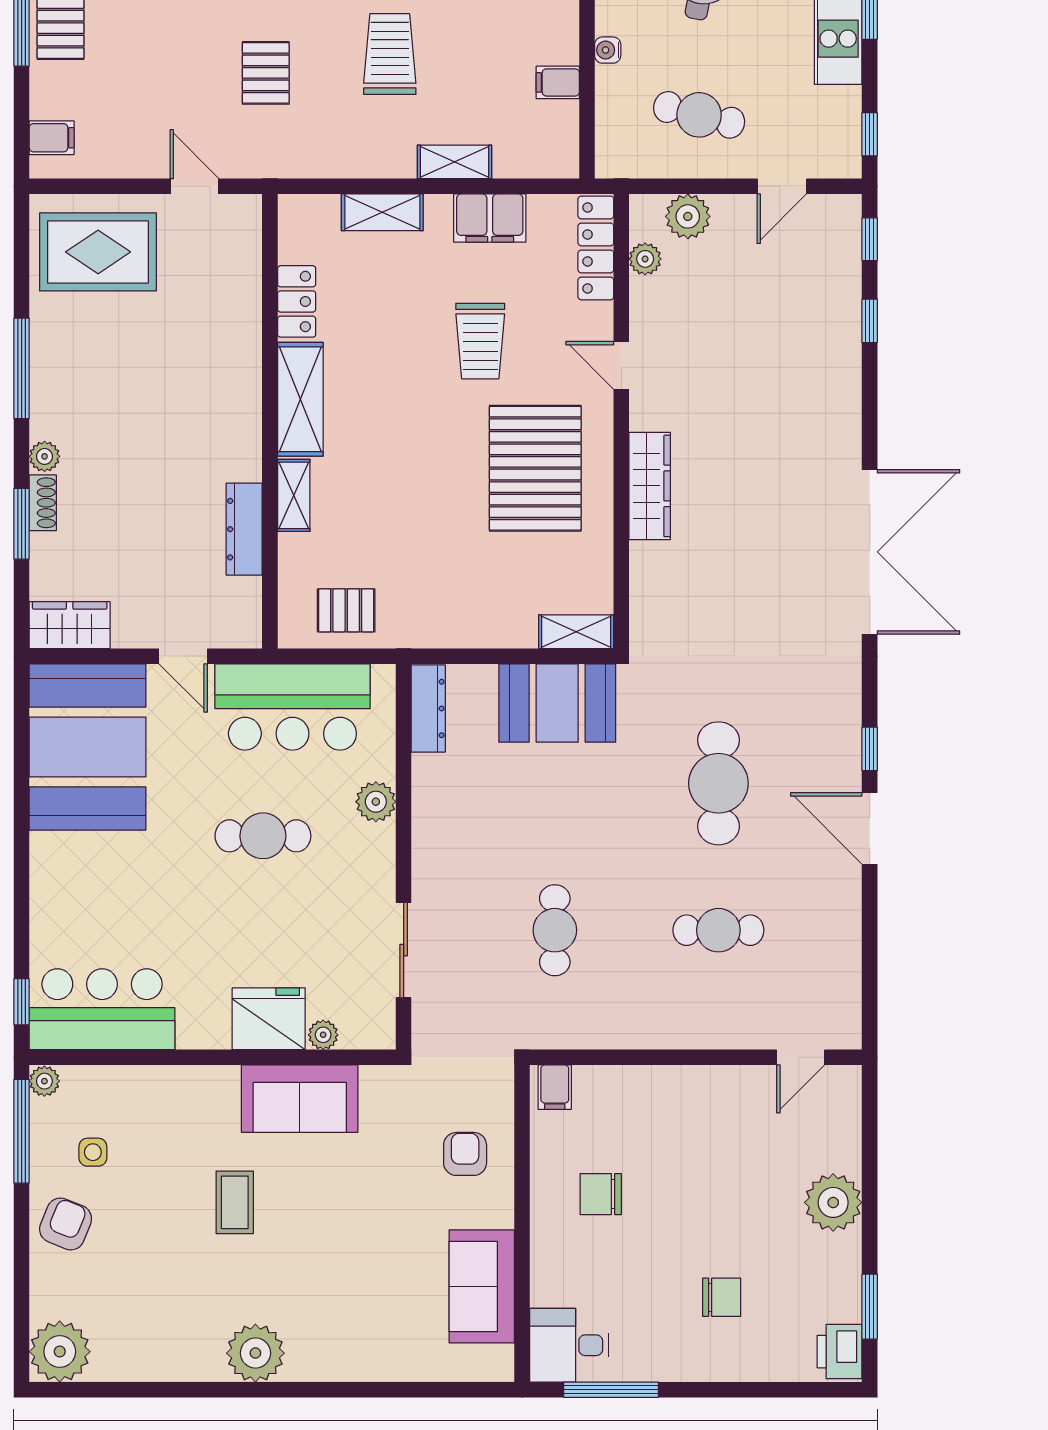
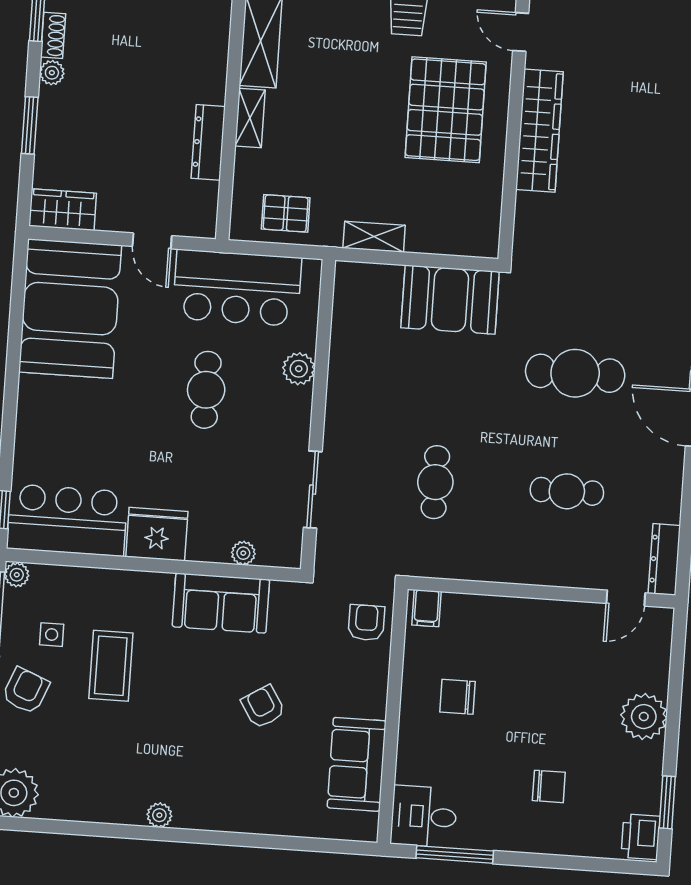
wardrobe: (650, 486) -> (539, 131), width x1.40, depth x1.17
shoe rack: (43, 503) -> (53, 35), moved
shelving: (576, 632) -> (374, 237), moved
dresser: (428, 708) -> (664, 559), moved, turned 180
cafe table: (718, 783) -> (575, 373), turned 90
cafe table: (263, 836) -> (206, 390), turned 90
fridge: (269, 1019) -> (157, 534), moved
armchair: (465, 1154) -> (366, 623), moved
coffee table: (235, 1202) -> (111, 666), moved, width x1.36, depth x1.30
armchair: (361, 1223) -> (263, 707), added
plant: (255, 1353) -> (159, 815), width x0.53, depth x0.53

